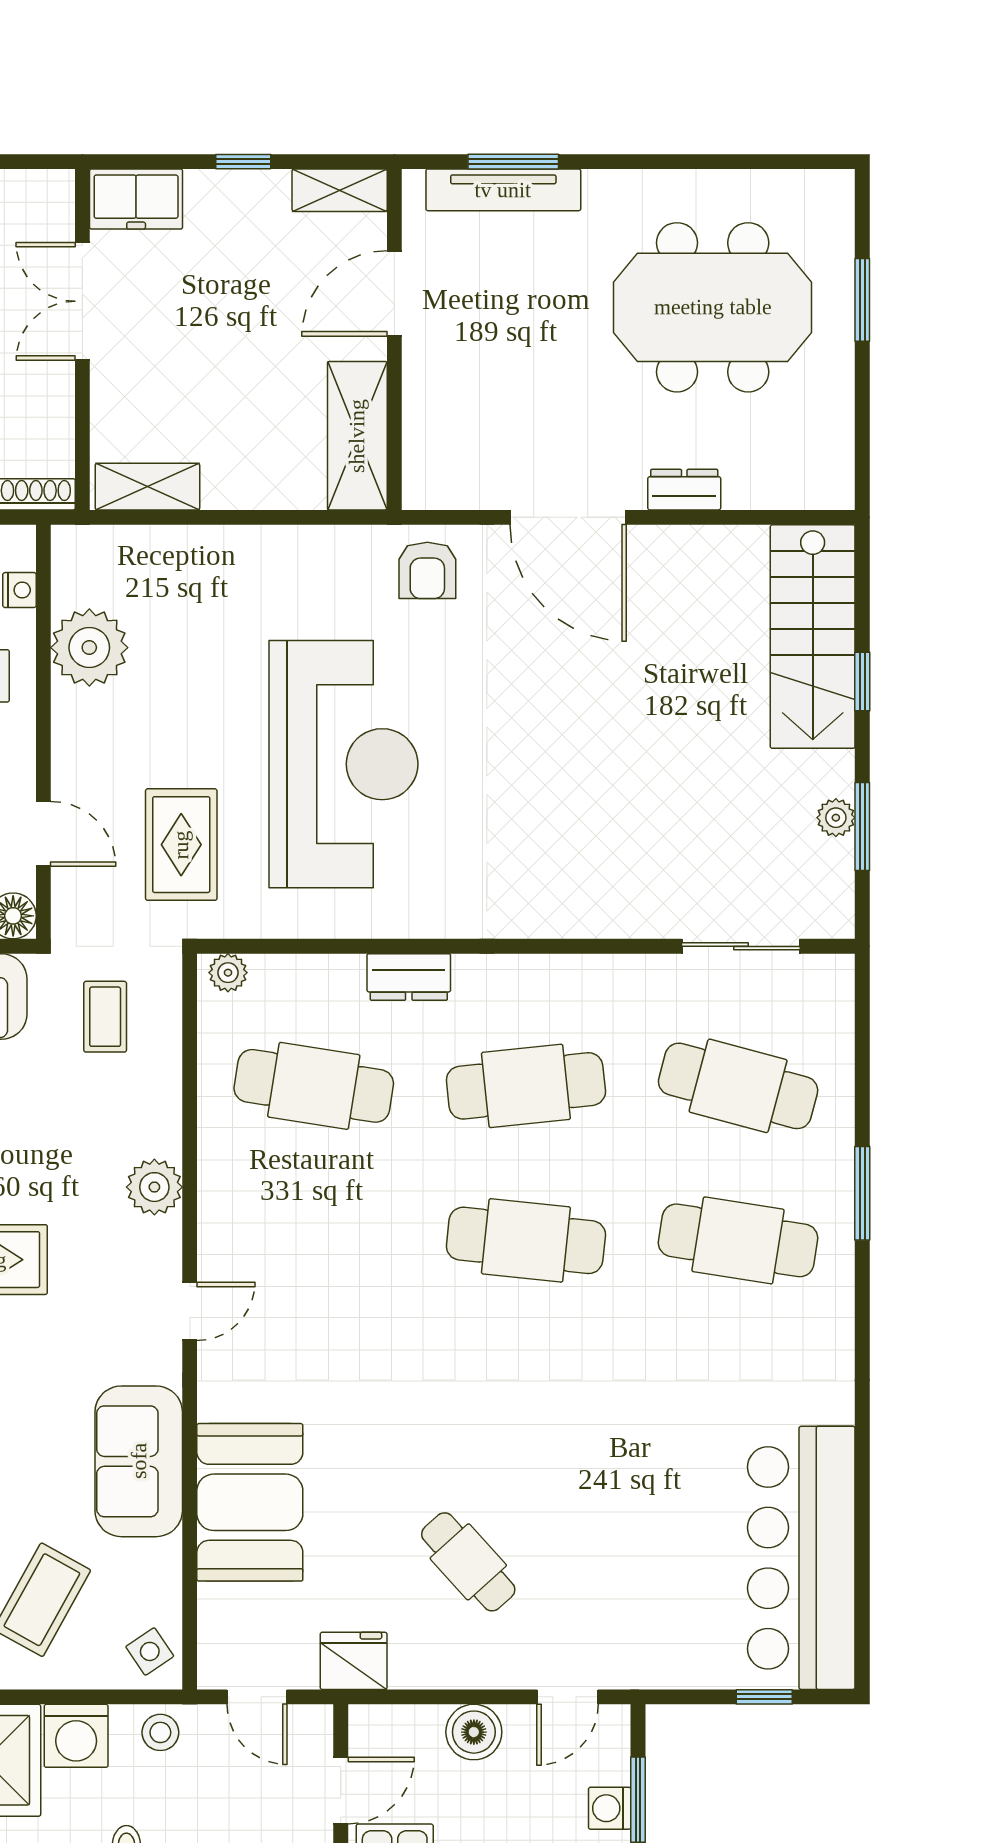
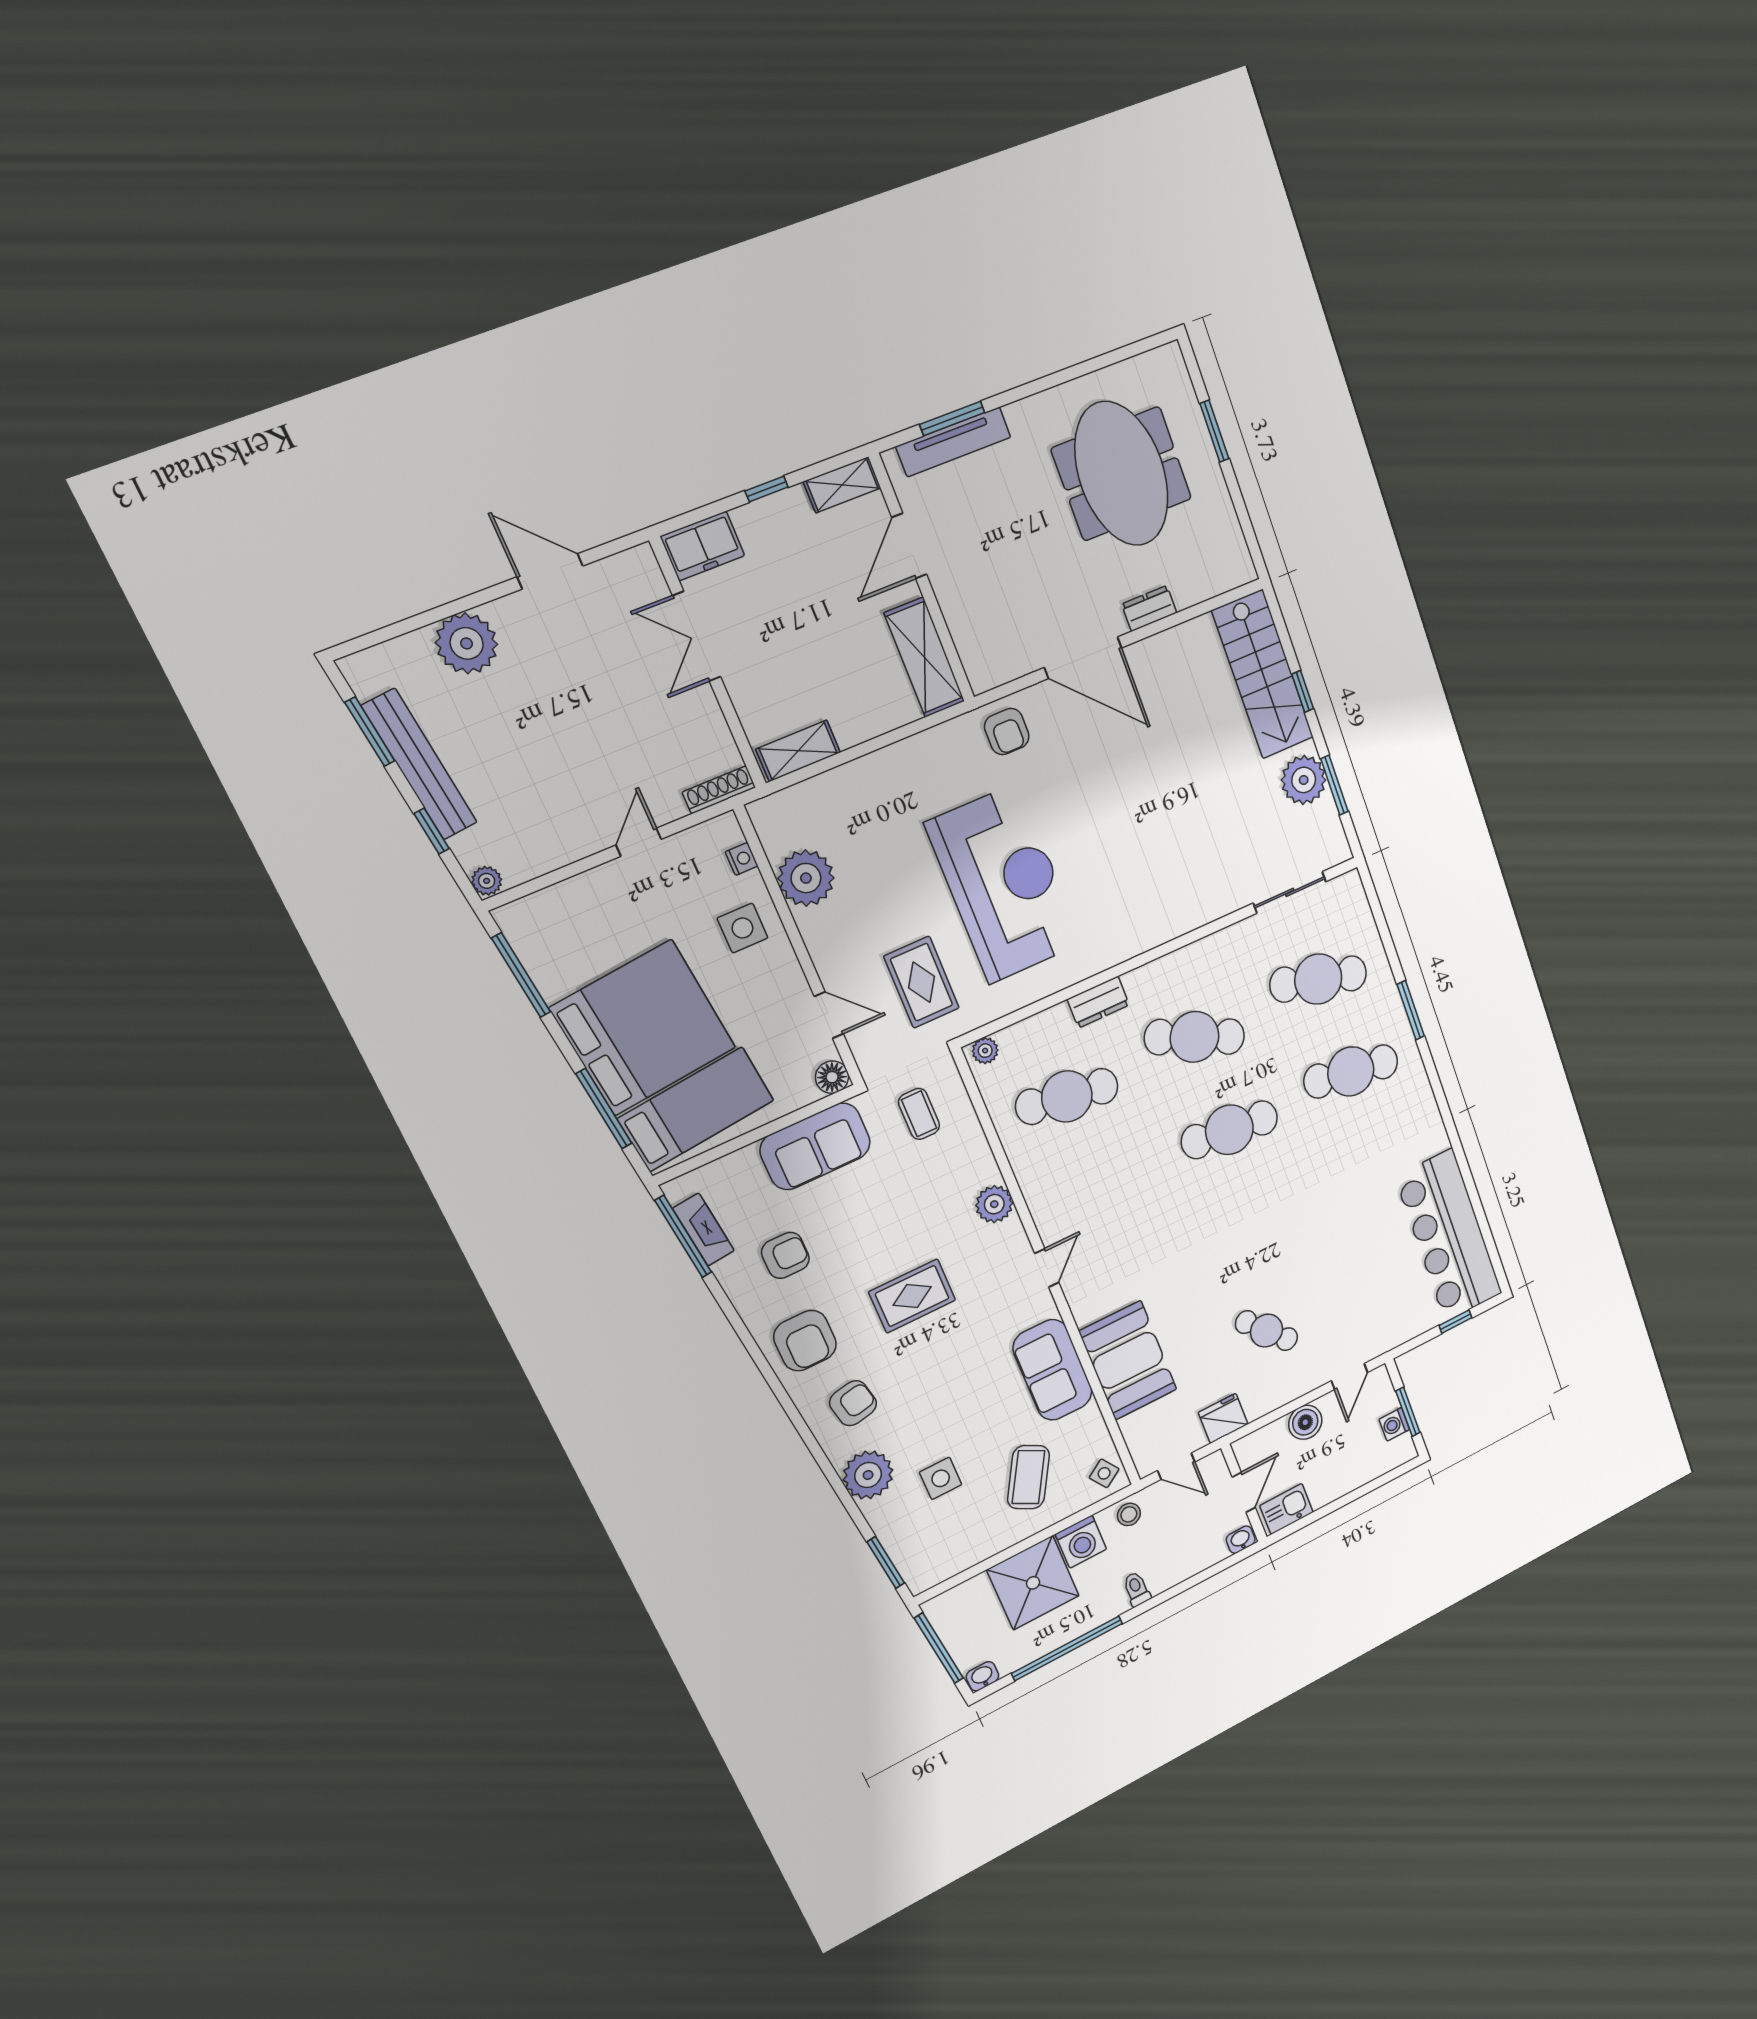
meeting table: (713, 307) -> (1122, 474), turned 90
plant: (836, 818) -> (1304, 780), width x1.88, depth x1.88
cafe table: (526, 1086) -> (1195, 1037), turned 30

